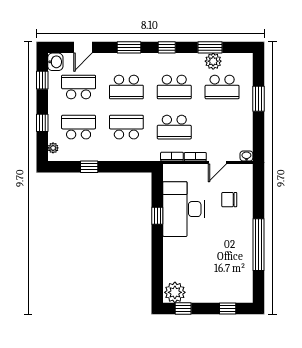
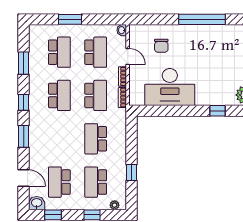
plant: (213, 61) -> (36, 60), removed
school desk: (126, 87) -> (96, 52), moved
window: (157, 216) -> (217, 111), moved

